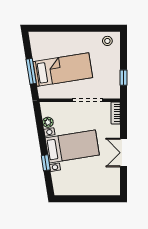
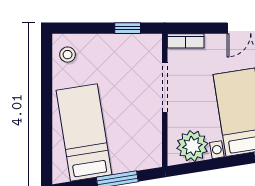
bed: (63, 70) -> (84, 133), moved
plant: (48, 122) -> (192, 146), width x1.88, depth x1.88

